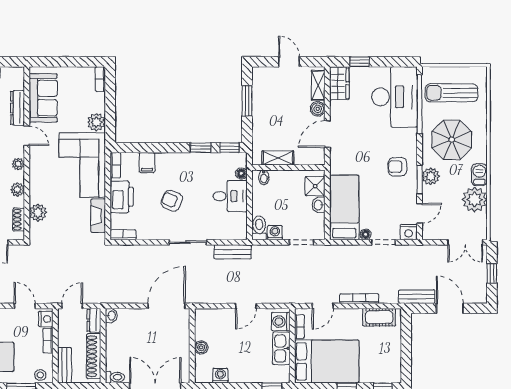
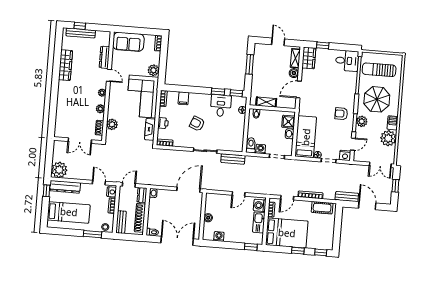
desk: (394, 97) -> (347, 61), width x0.53, depth x0.77
sofa: (43, 98) -> (128, 42), moved, turned 90
desk: (230, 196) -> (221, 106), moved, turned -90
printer: (122, 197) -> (163, 123), width x0.53, depth x0.68

